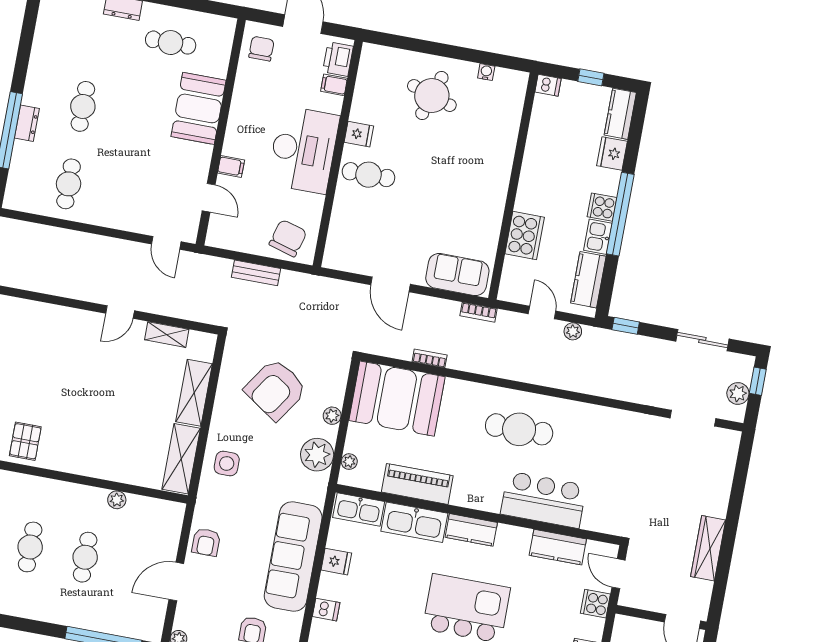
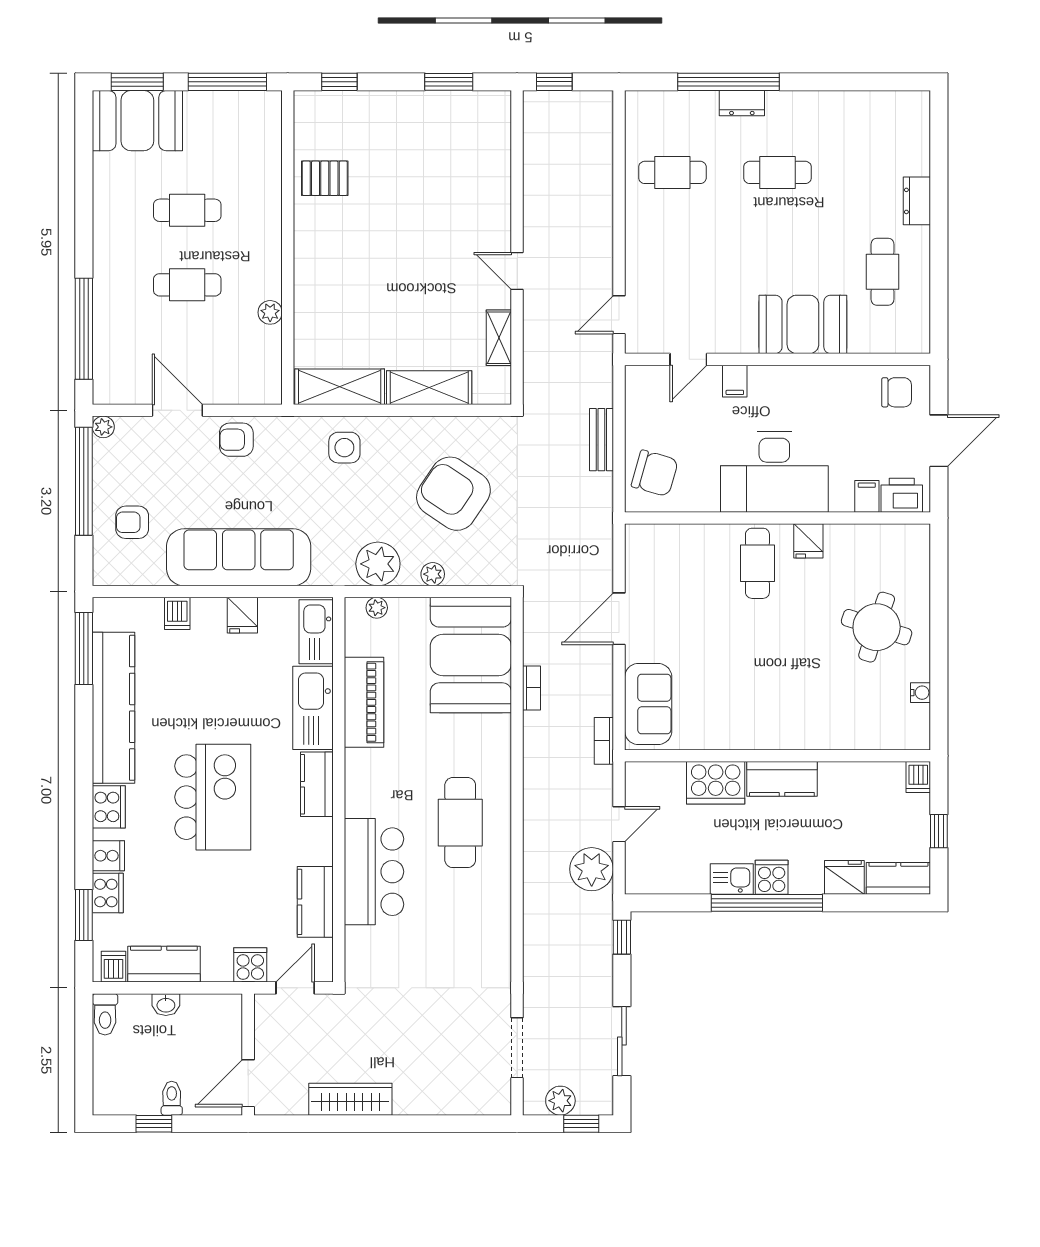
kitchen counter: (588, 280) -> (782, 779), moved, turned 180
plant: (573, 331) -> (592, 869), width x1.88, depth x1.88

